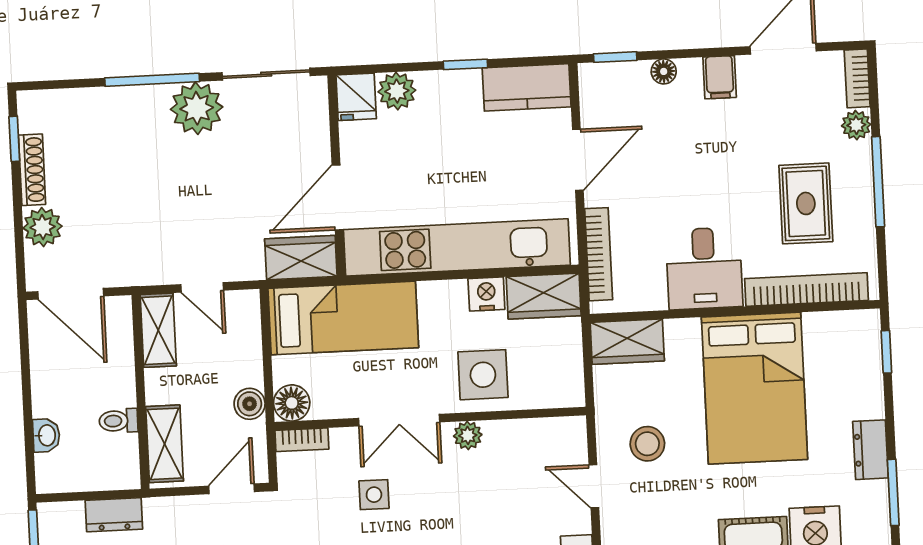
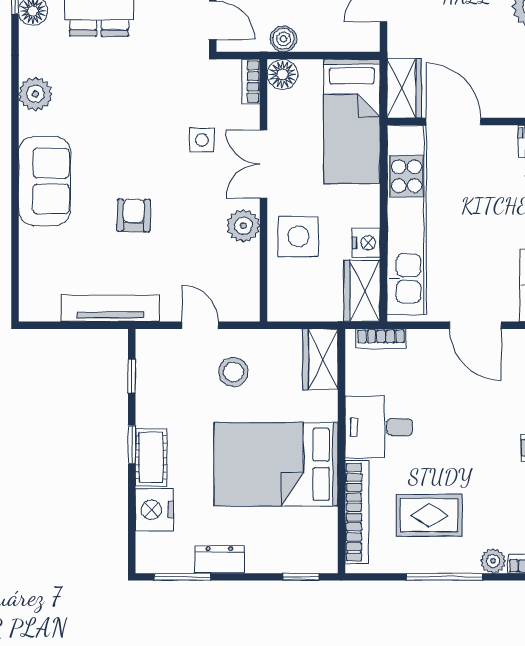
bookcase: (599, 254) -> (381, 339), width x0.64
plant: (468, 435) -> (243, 226), width x1.38, depth x1.38
door: (594, 486) -> (200, 325), hinge flipped

